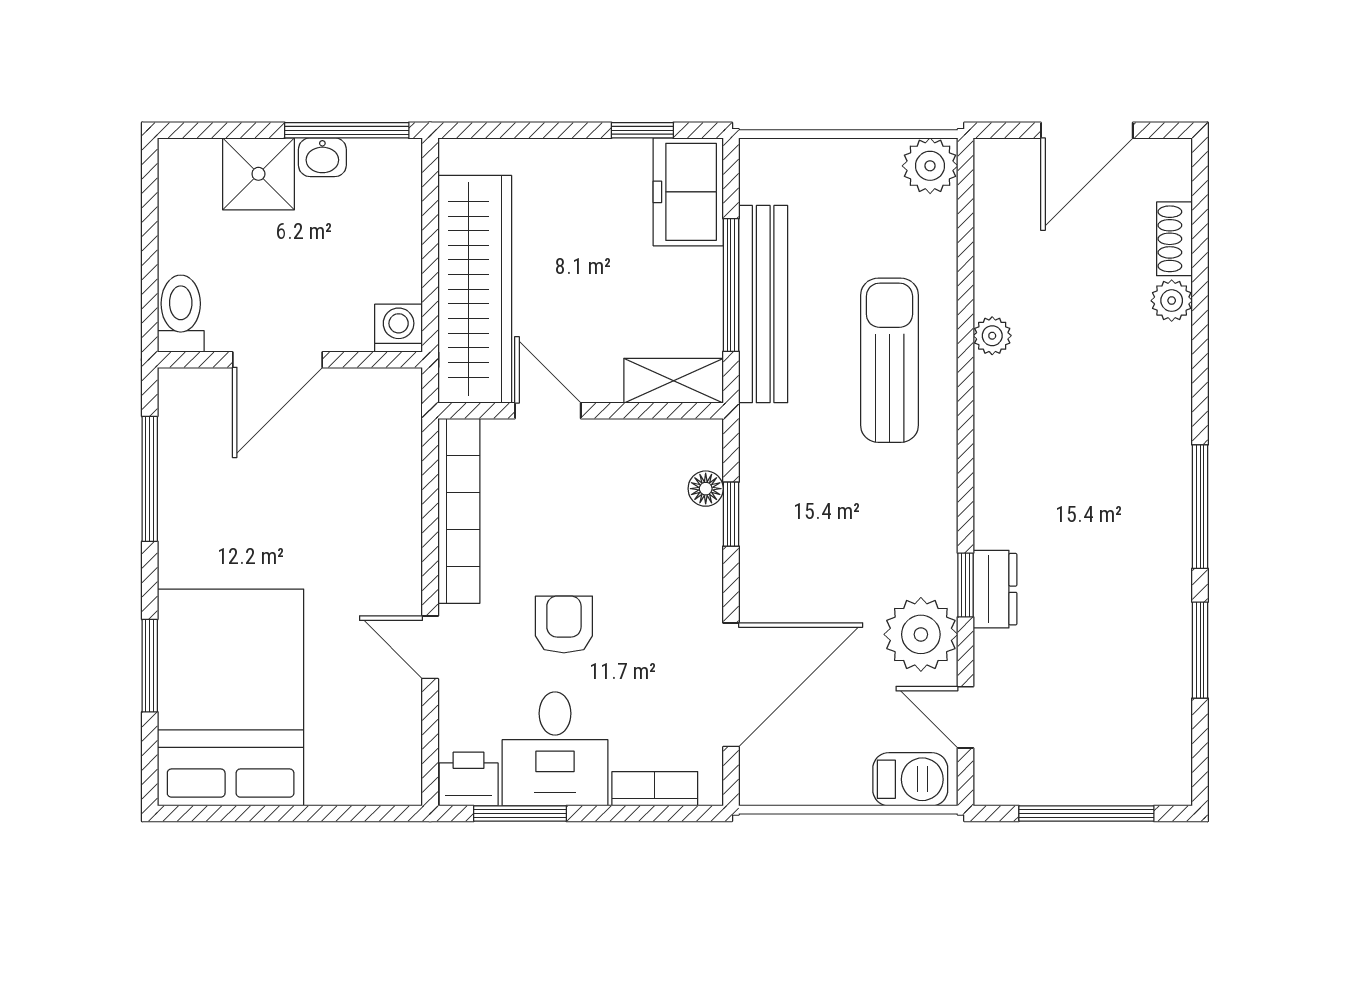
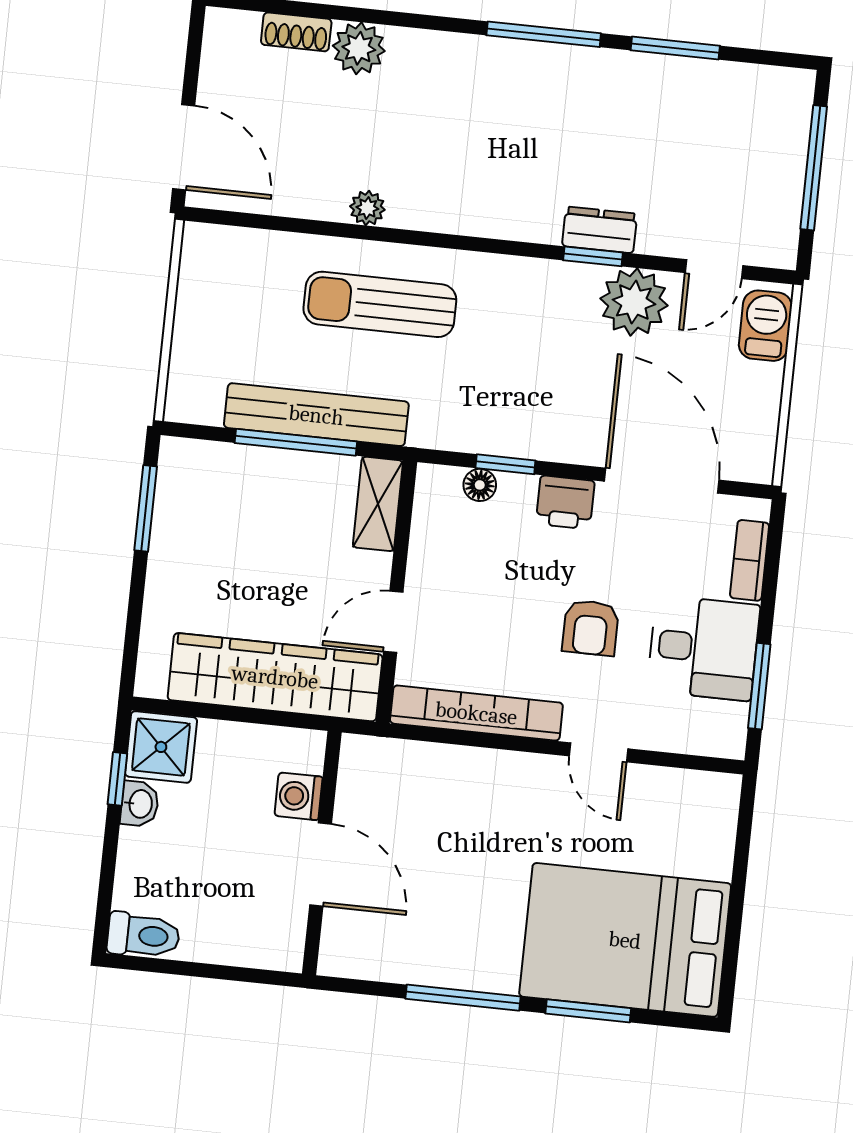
window: (347, 130) -> (117, 779), width x0.46
window: (642, 130) -> (146, 508), width x1.50
door: (1087, 130) -> (184, 147), moved
plant: (930, 166) -> (206, 249), removed
shower: (258, 174) -> (161, 747), moved
freezer: (688, 192) -> (206, 472), removed
plant: (1172, 301) -> (359, 48), width x1.38, depth x1.38
toilet: (181, 314) -> (144, 935), moved, turned 180
washing machine: (399, 328) -> (299, 796), moved
window: (150, 479) -> (463, 998), moved
armchair: (564, 624) -> (590, 628), turned -90
door: (430, 647) -> (598, 752), hinge flipped
printer: (469, 779) -> (565, 502), moved, turned -90

